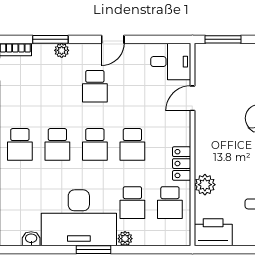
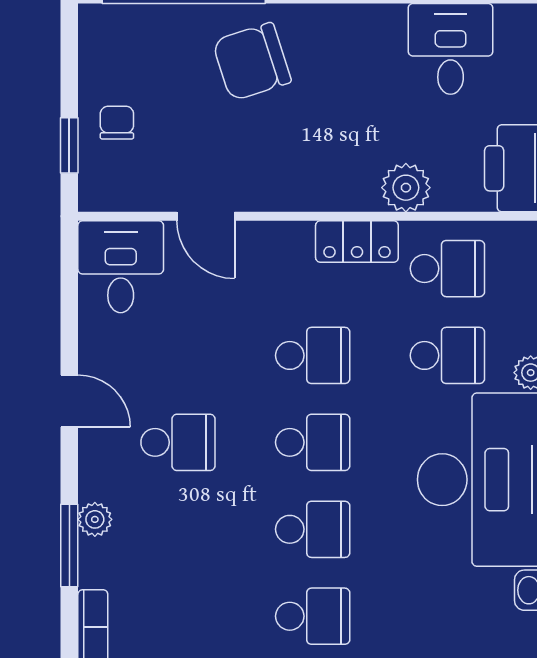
window: (223, 39) -> (69, 145), width x0.67
chair: (233, 60) -> (117, 123), added

